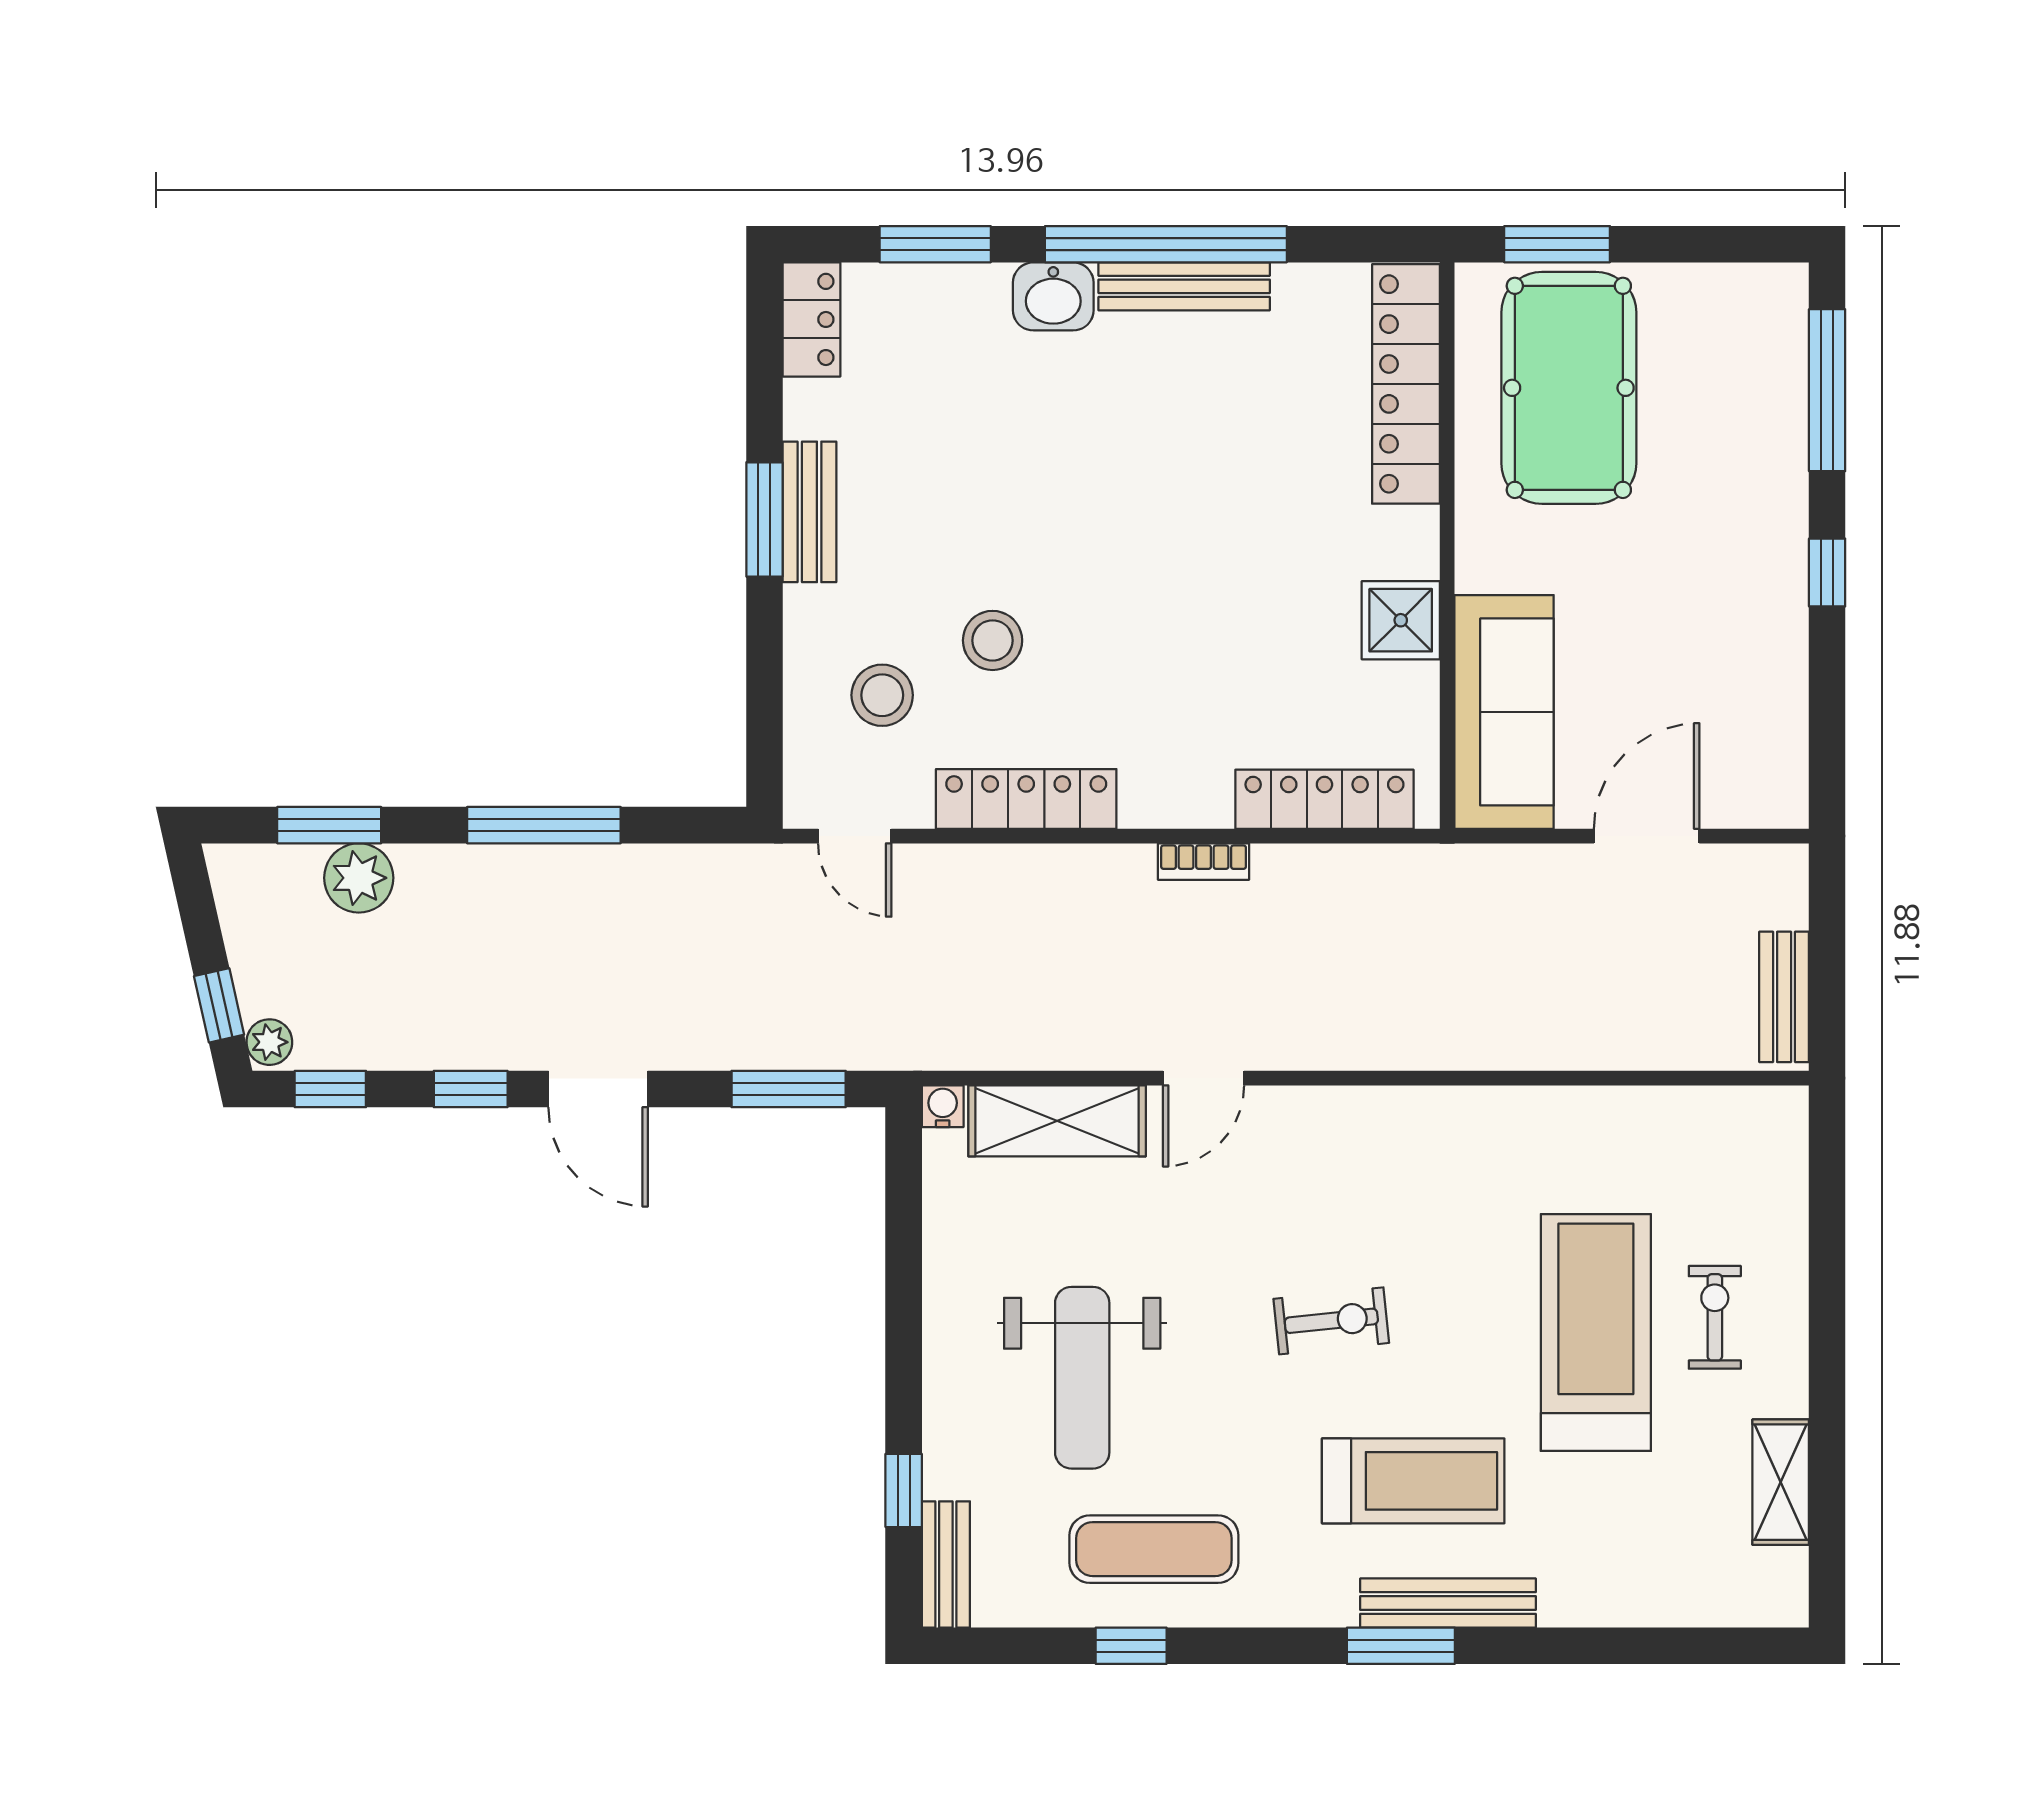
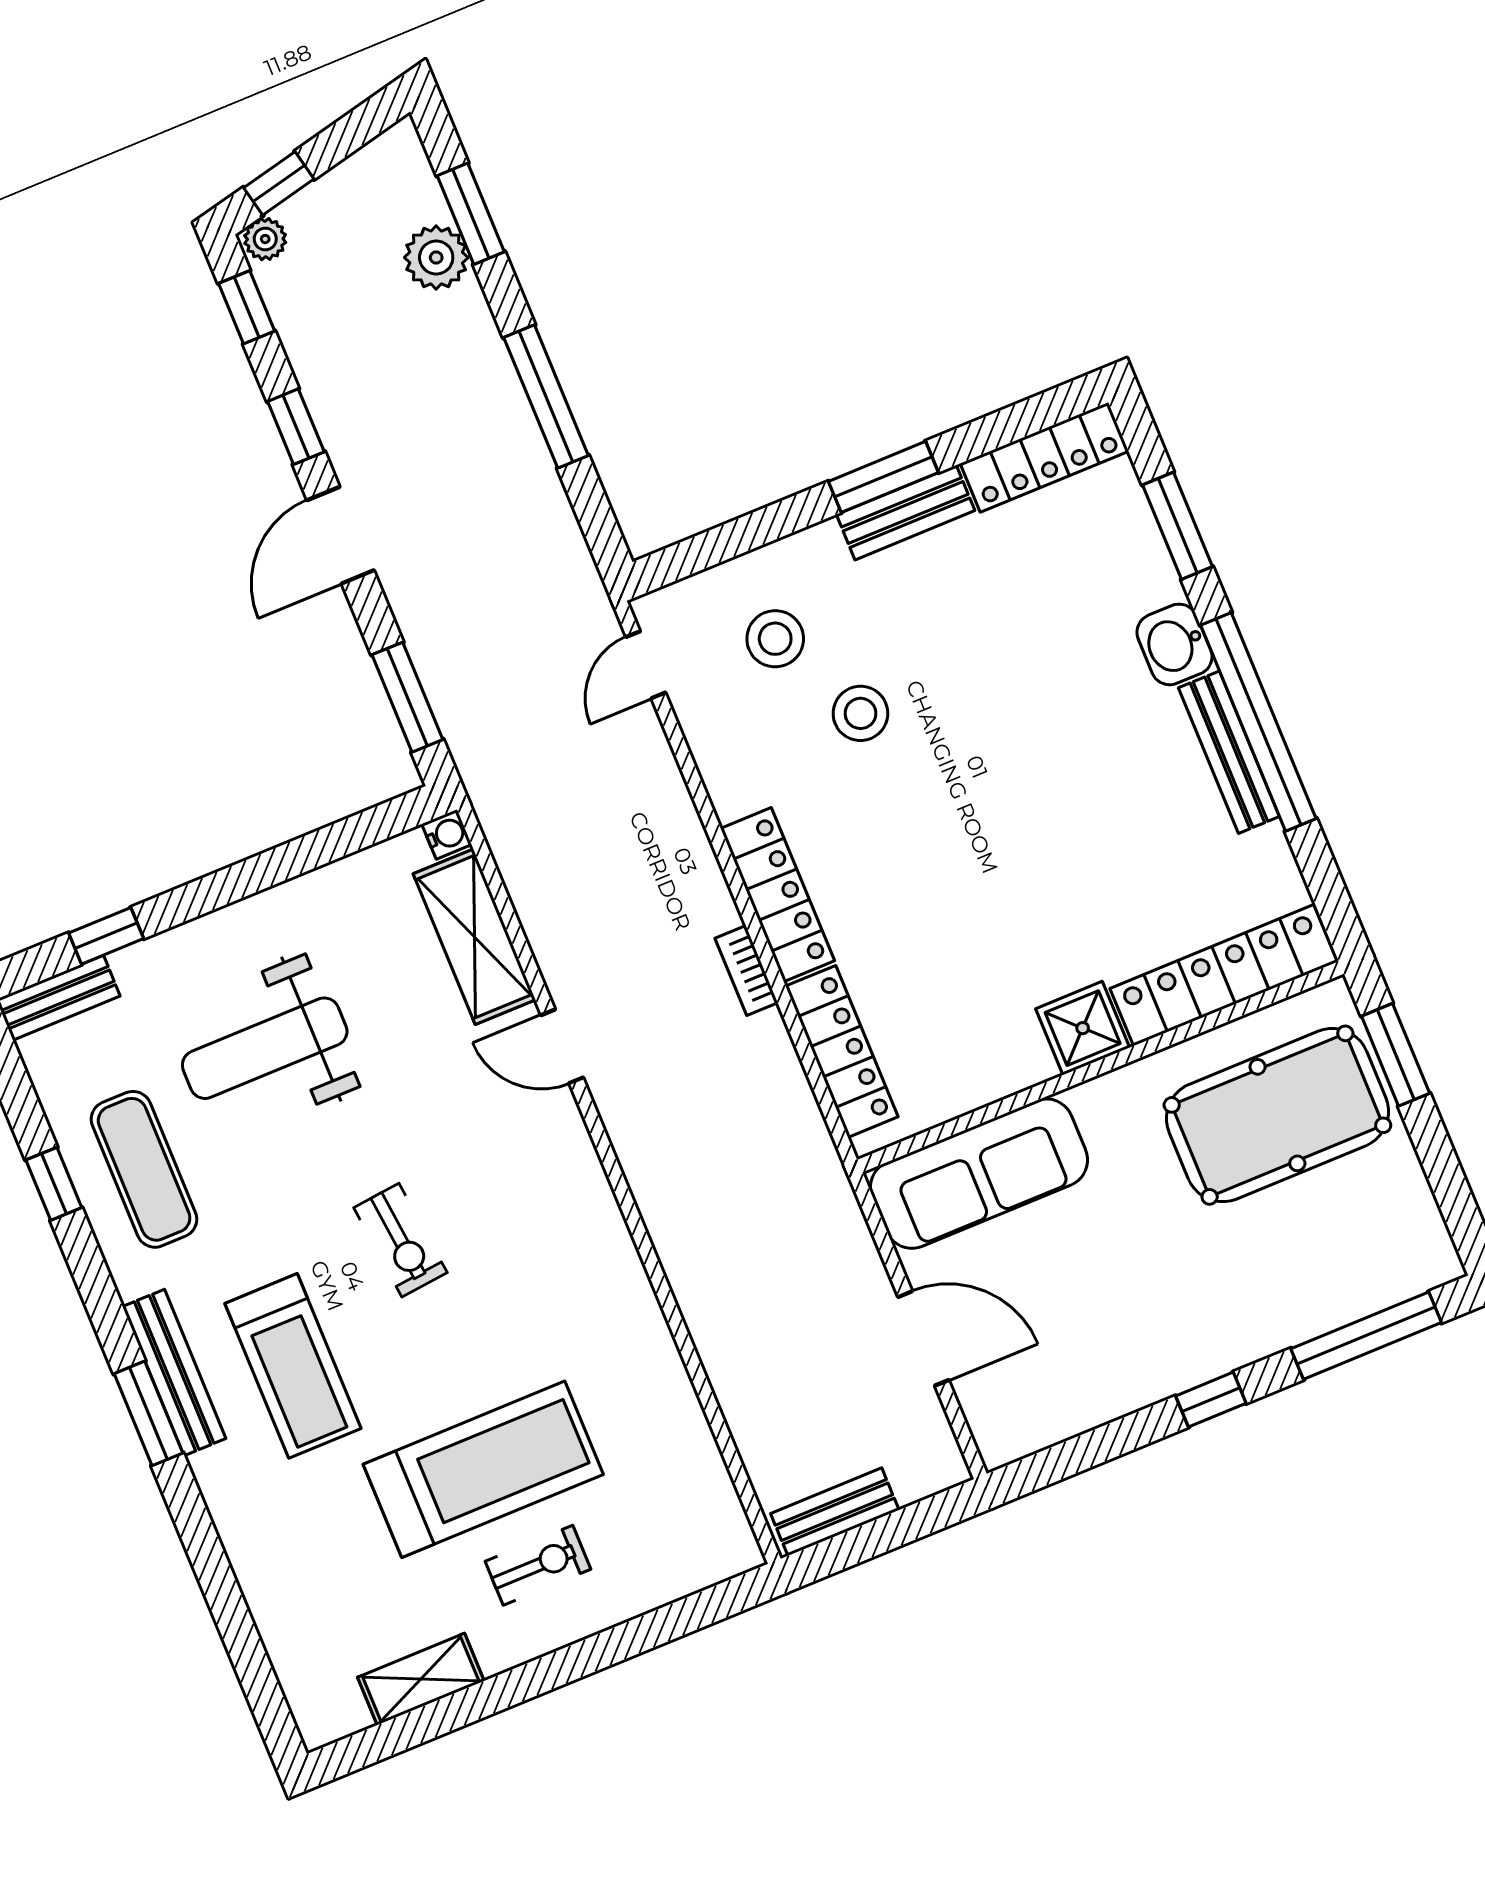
locker: (811, 319) -> (1044, 457), width x1.53
shower: (1401, 620) -> (1083, 1028), moved
locker: (1026, 799) -> (777, 895), moved
bench: (1448, 1603) -> (174, 1373), moved

